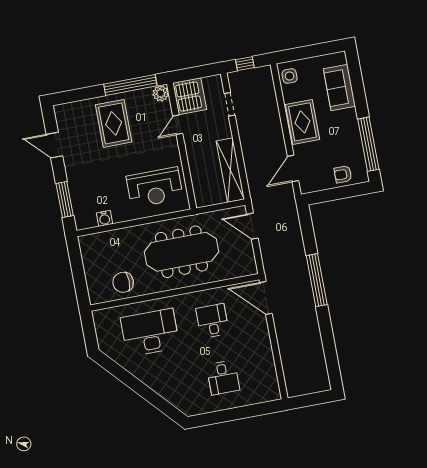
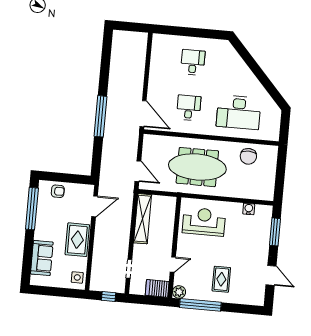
server rack: (190, 96) -> (157, 288), width x0.62
rug: (114, 123) -> (221, 279), width x0.73, depth x0.70
chair: (123, 282) -> (248, 156), turned 91
desk: (212, 321) -> (189, 108), turned 180

